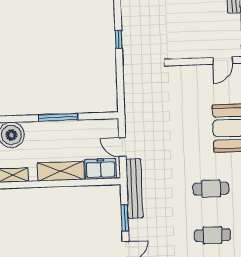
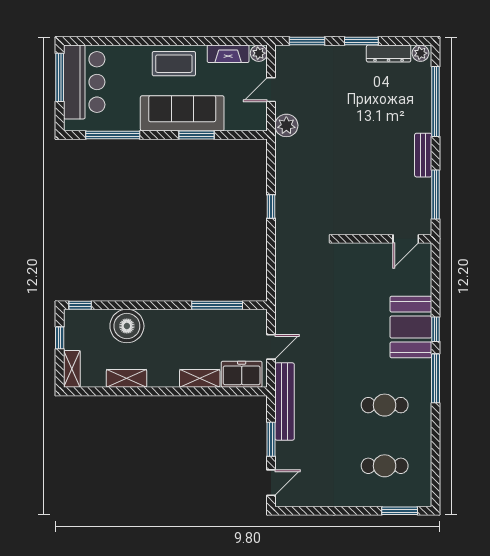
window: (58, 117) -> (217, 305), moved
door: (122, 147) -> (271, 347), swing flipped
shelving: (61, 171) -> (200, 378), width x0.67, depth x0.75

